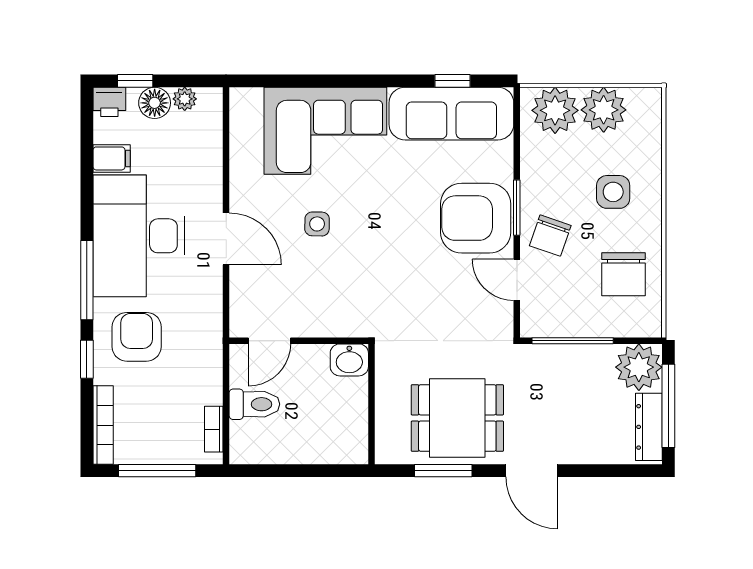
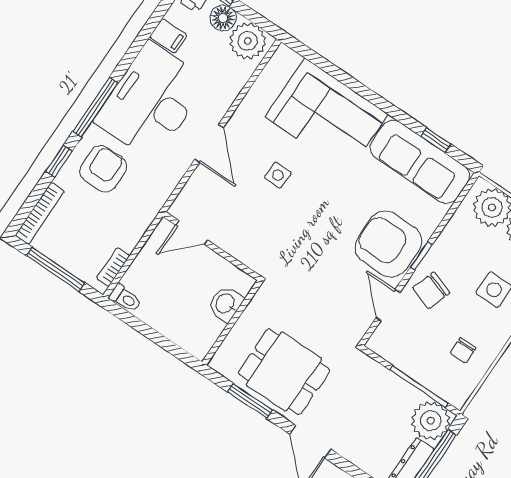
plant: (185, 99) -> (248, 41), width x1.88, depth x1.88
window: (517, 208) -> (421, 256), width x0.67
chair: (623, 274) -> (463, 350), width x0.54, depth x0.54
window: (573, 341) -> (419, 387), moved
washbasin: (349, 360) -> (226, 304), moved, turned 90
toilet: (254, 404) -> (125, 298), moved, width x0.73, depth x0.72

